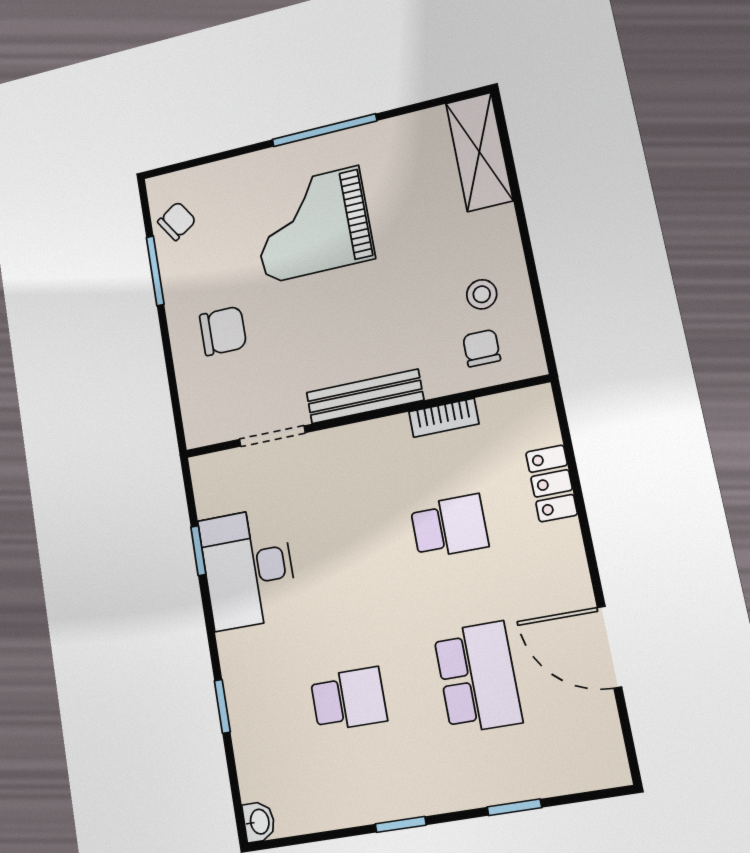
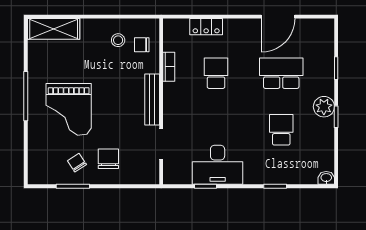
chair: (177, 221) -> (77, 163), moved
plant: (419, 791) -> (324, 107), added

